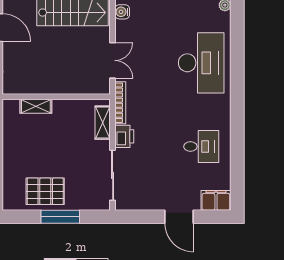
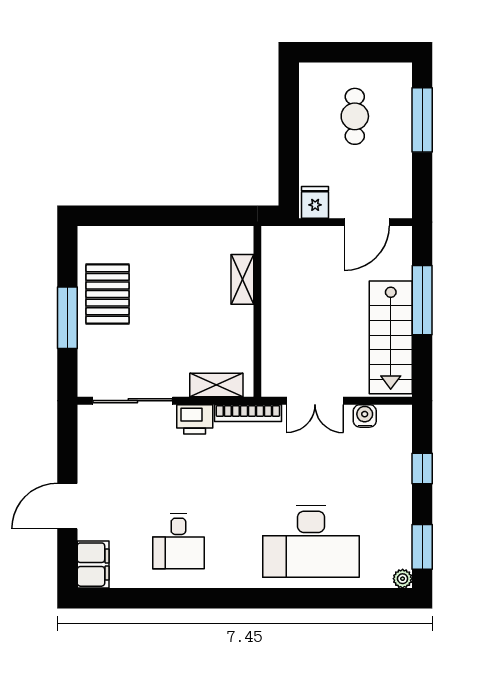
water cooler: (122, 12) -> (365, 416), moved

